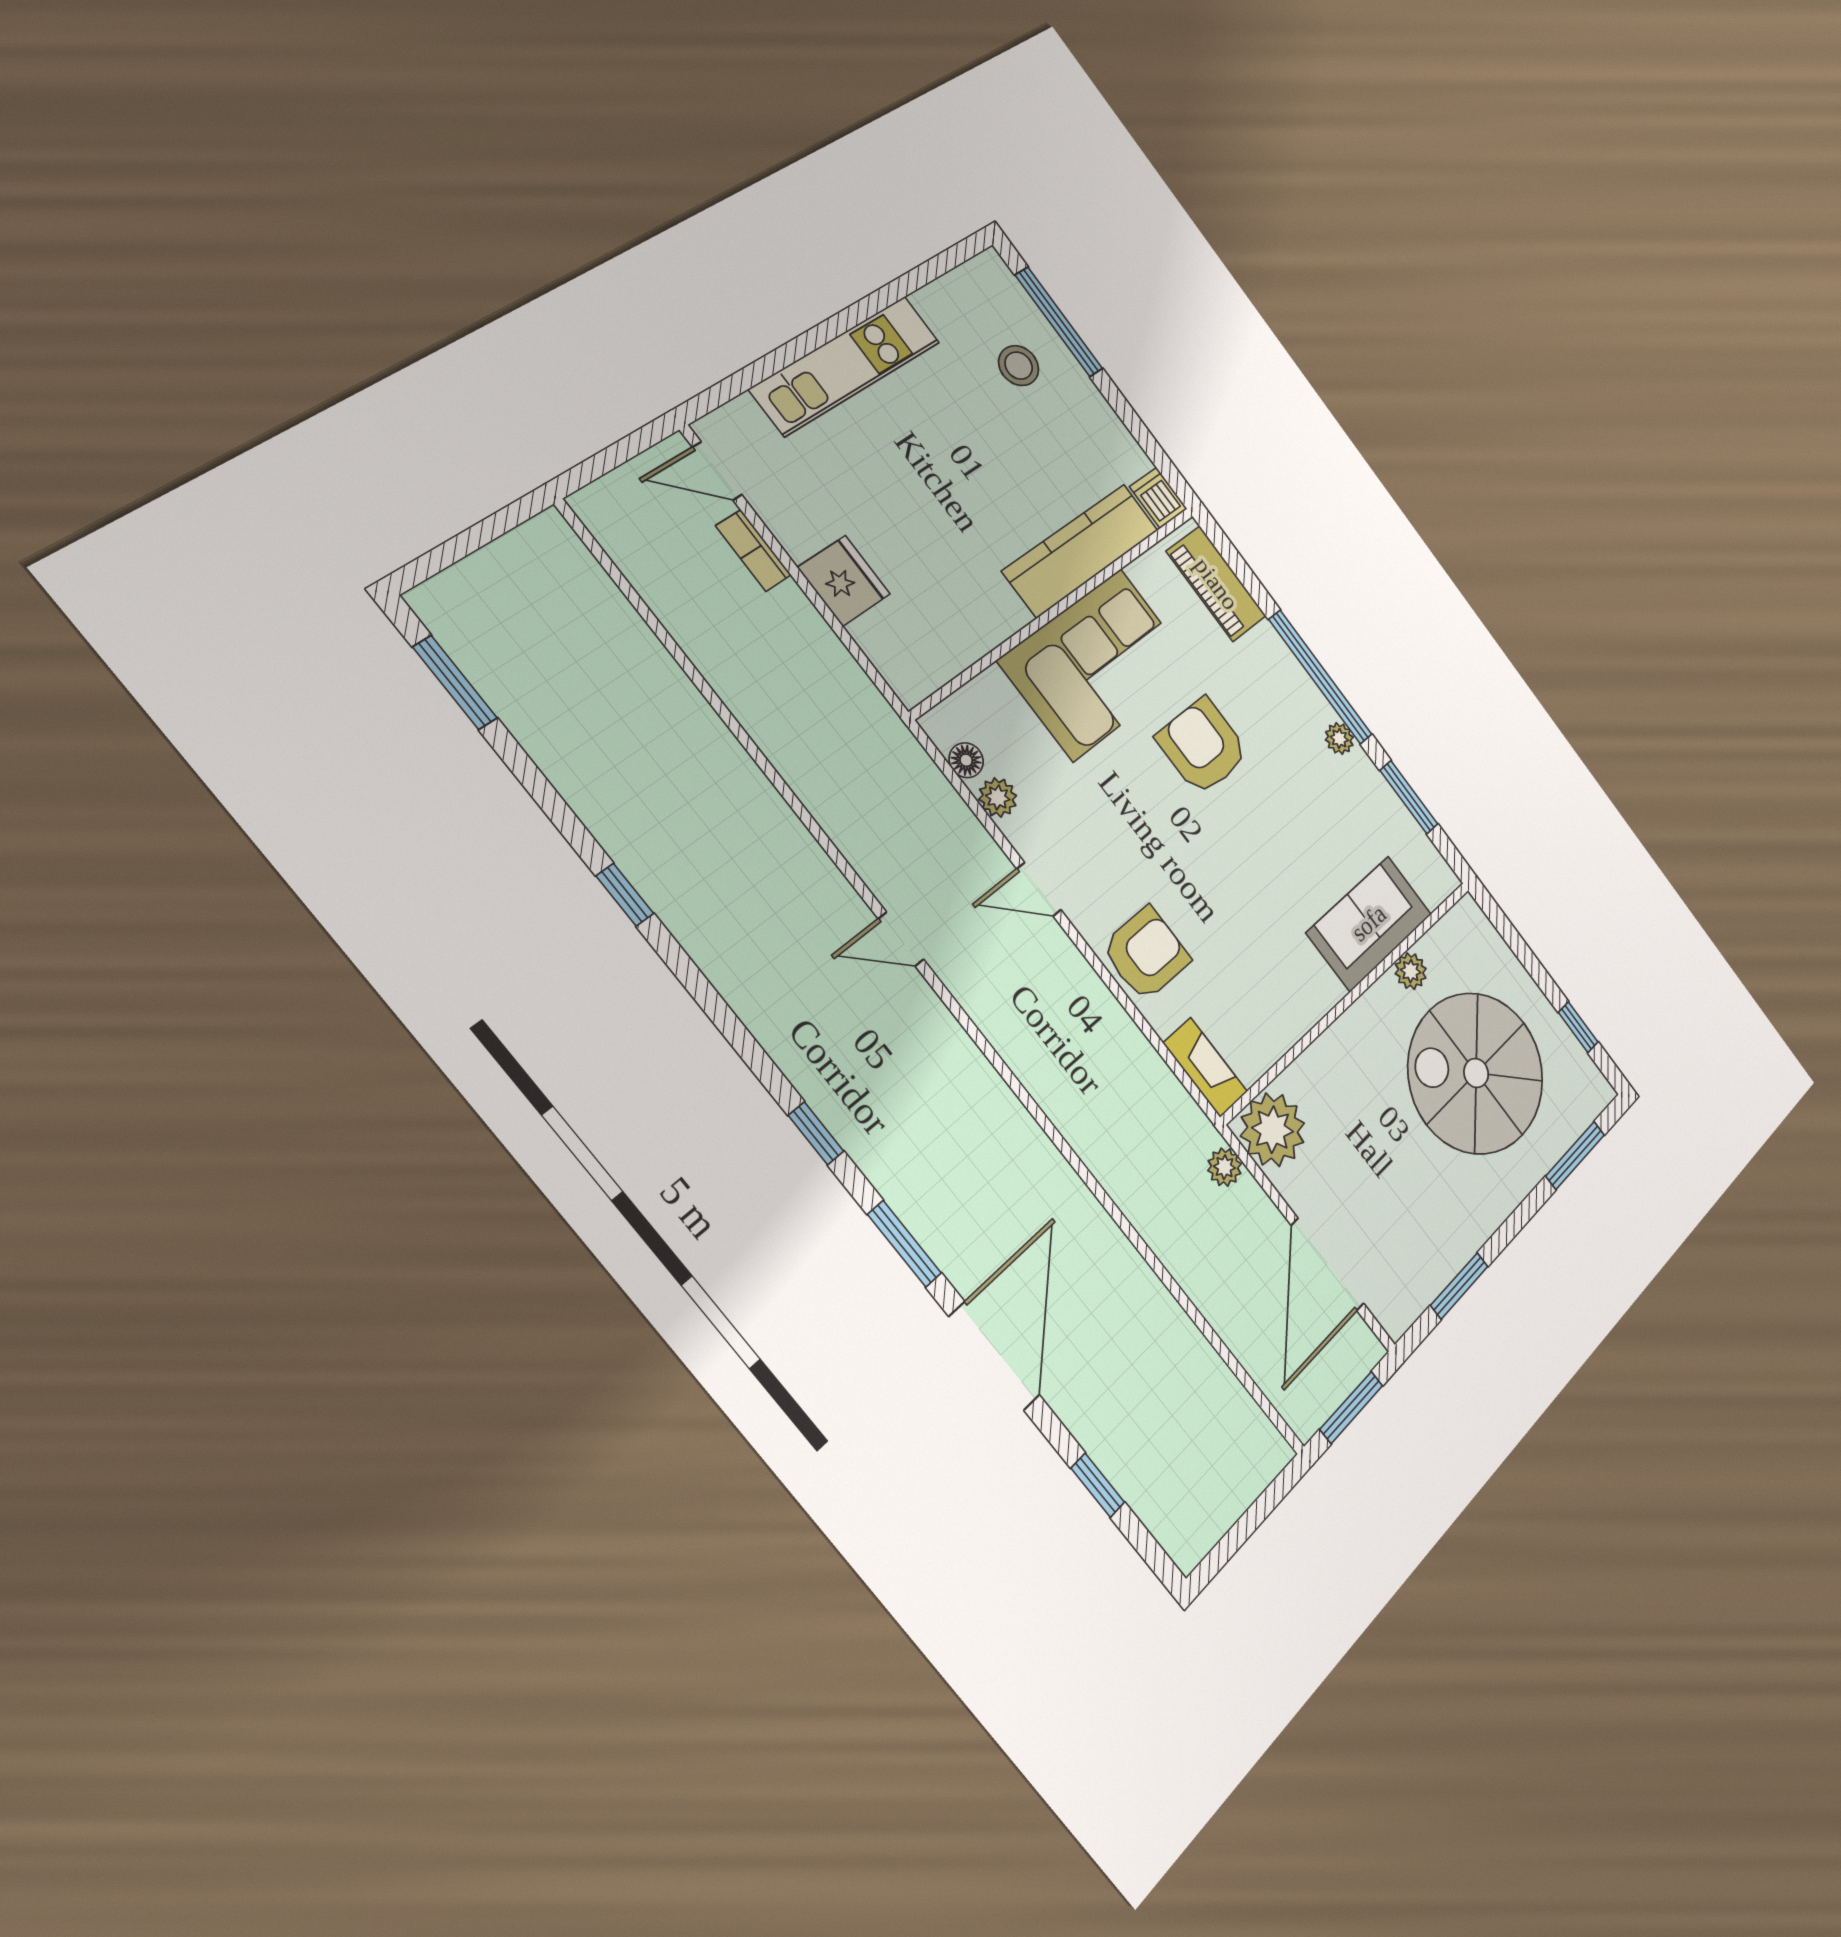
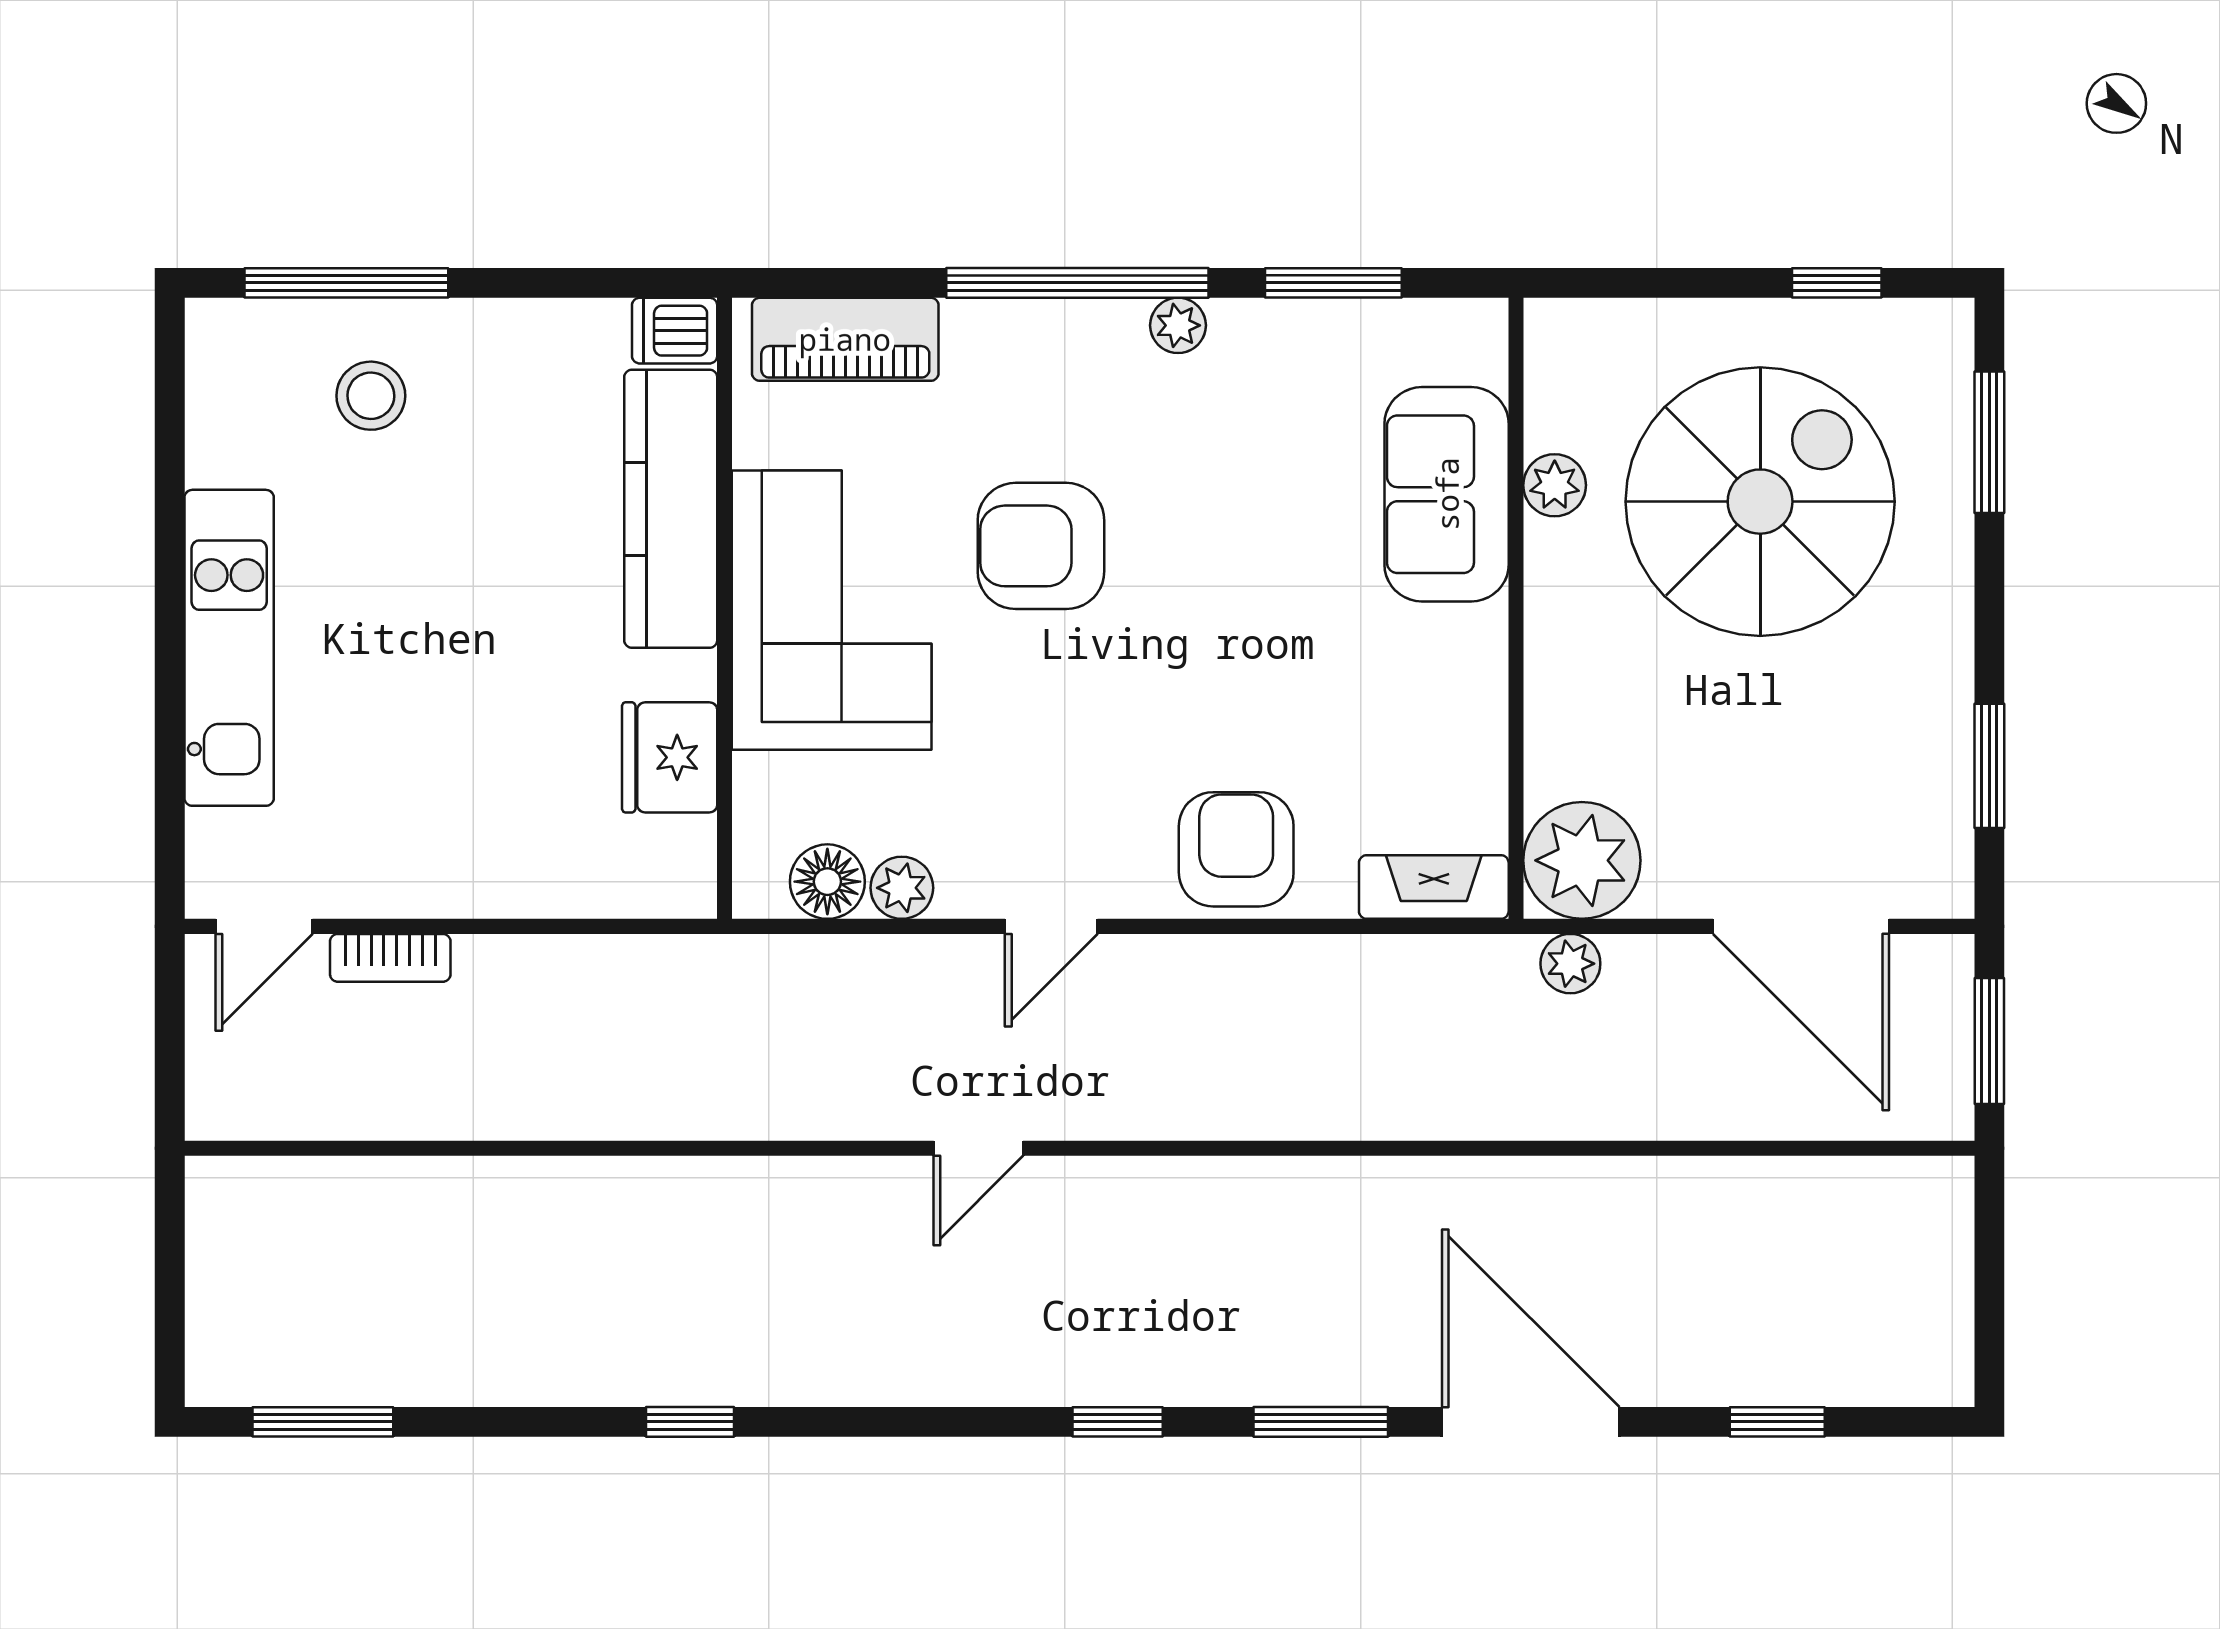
fridge: (844, 581) -> (670, 757), moved, turned -90
floor lamp: (966, 760) -> (827, 882), width x1.37, depth x1.37
spiral stairs: (1476, 1073) -> (1760, 502), turned 180

